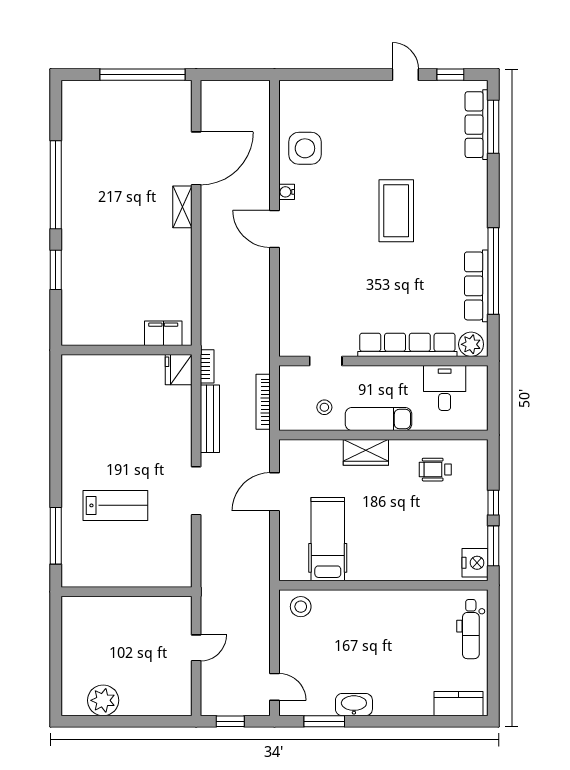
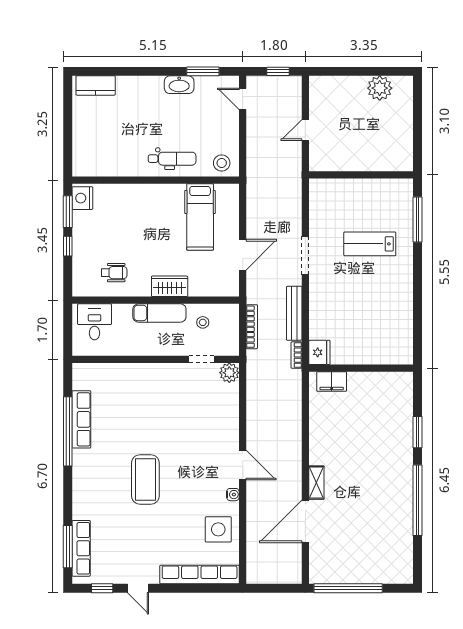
plant: (471, 344) -> (229, 373), moved
row of seats: (407, 345) -> (200, 574), moved, turned 180
desk: (445, 388) -> (94, 322), moved, turned 180
dental chair: (471, 629) -> (172, 159), moved, turned 90

